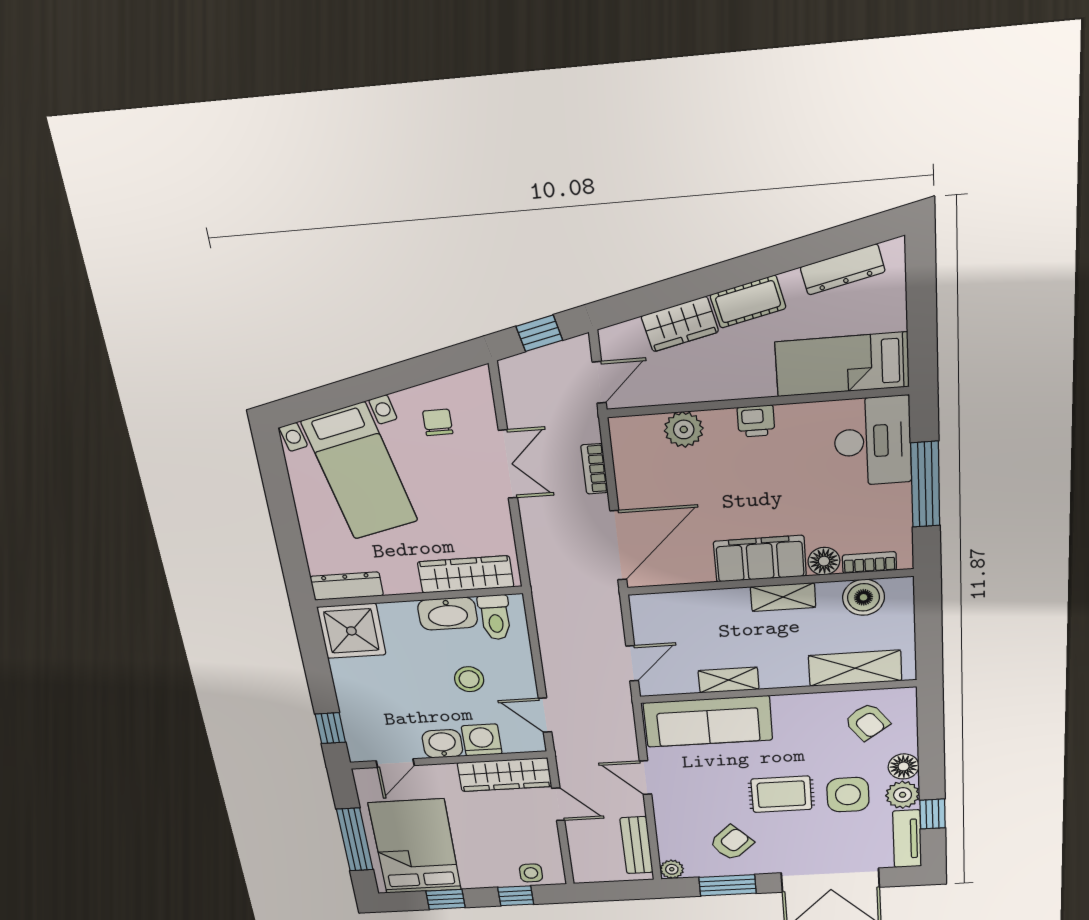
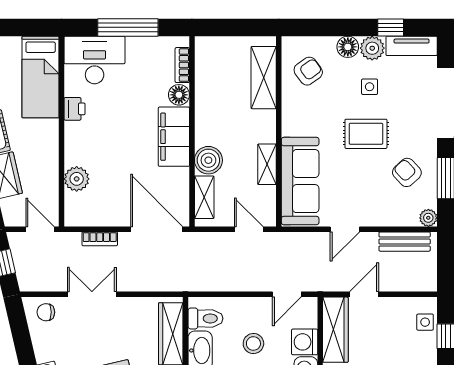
printer: (756, 421) -> (75, 109), moved
chair: (438, 422) -> (46, 312), moved
shelving: (783, 597) -> (204, 197), moved
boiler: (864, 597) -> (208, 160), moved
rug: (781, 794) -> (366, 134), turned 90
side table: (848, 795) -> (370, 87), width x0.54, depth x0.54

